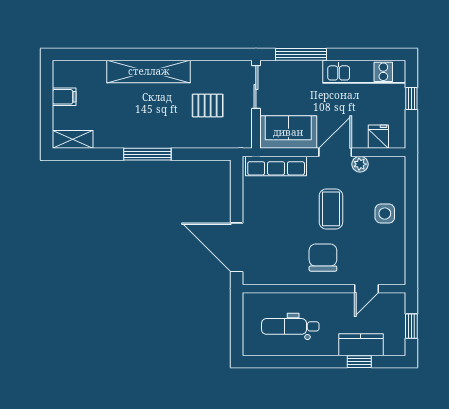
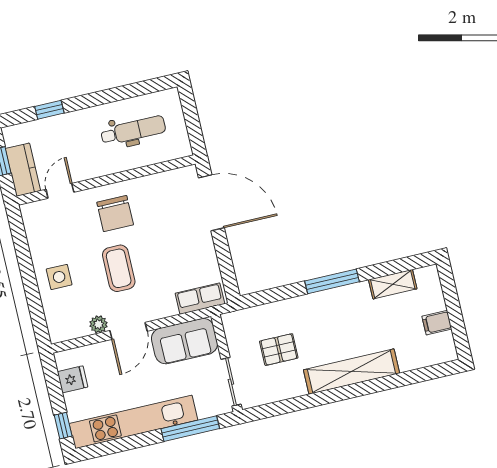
kitchen unit: (364, 72) -> (134, 422), width x1.36
window: (411, 99) -> (63, 426), moved
fridge: (378, 137) -> (73, 379), moved, turned -90
shelving: (73, 139) -> (393, 284), moved
row of seats: (276, 166) -> (200, 299), width x0.68
kitchen counter: (361, 345) -> (23, 170), moved, turned -90

